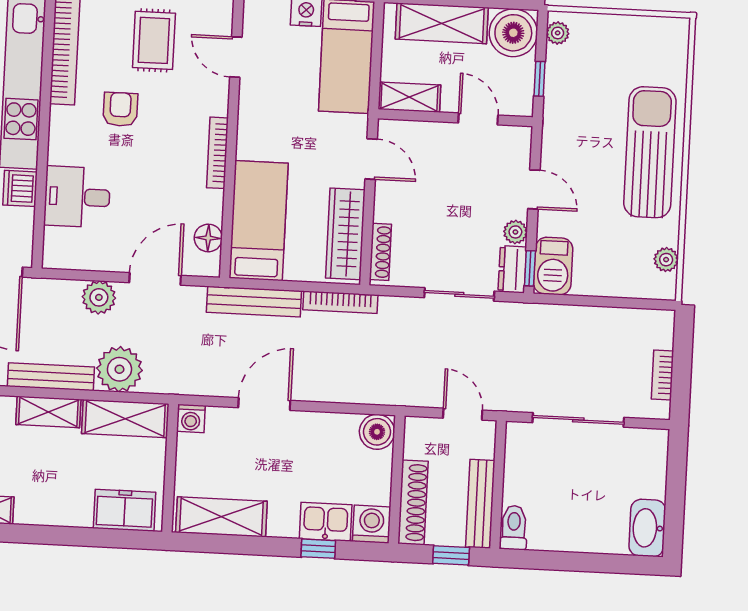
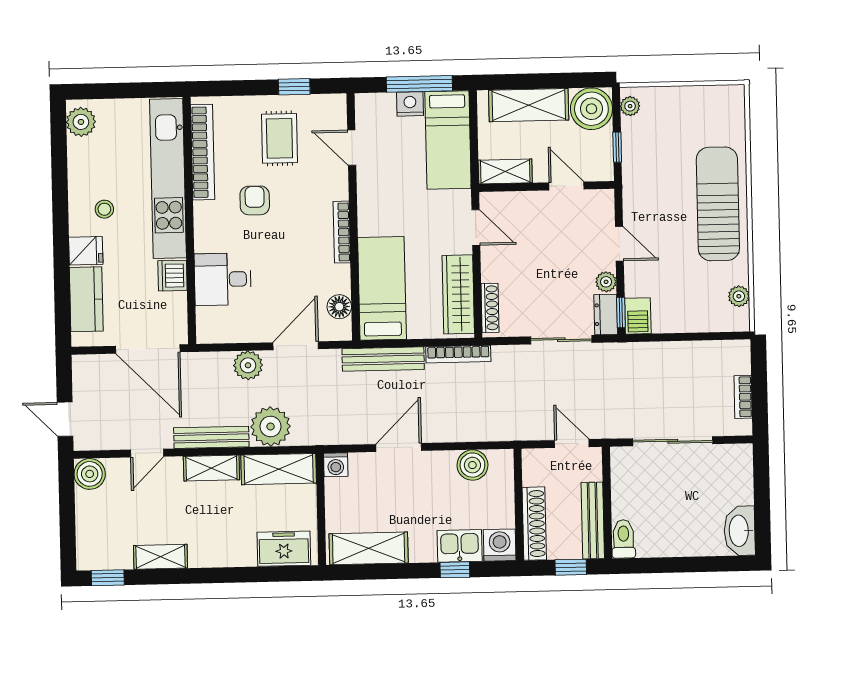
barbecue: (553, 266) -> (638, 316), width x0.73, depth x0.79
boiler: (377, 432) -> (472, 465), moved

